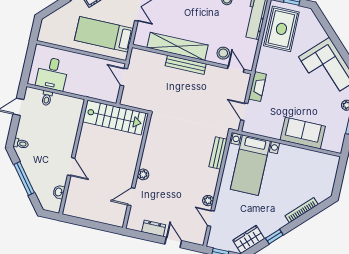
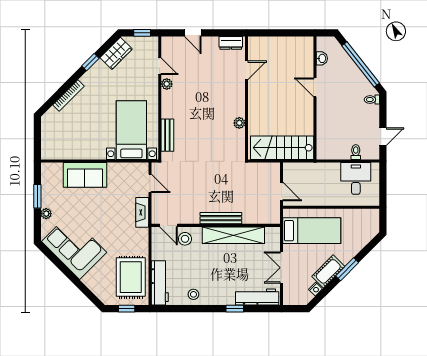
plant: (143, 174) -> (239, 123), moved
window: (24, 179) -> (361, 64), width x1.46
dresser: (154, 228) -> (231, 43), moved

